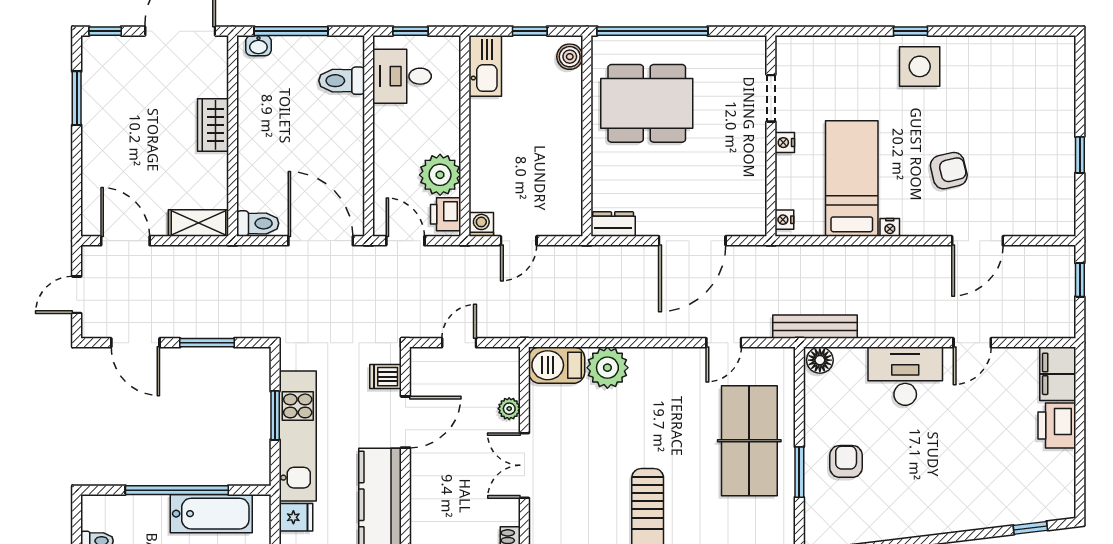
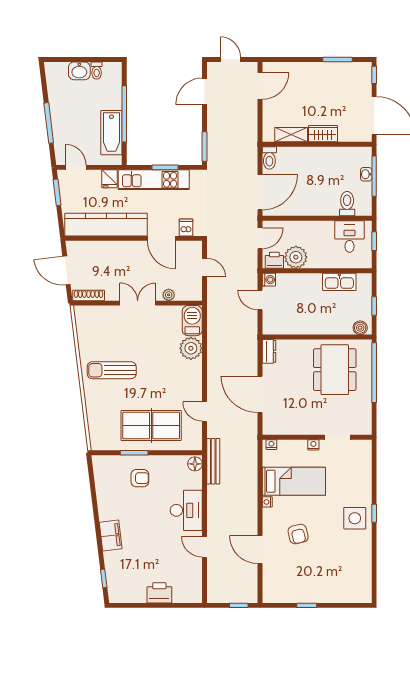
washbasin: (258, 46) -> (366, 174), moved
kitchen sink: (485, 66) -> (339, 282), moved
shelving: (198, 223) -> (291, 135), moved, turned 90
window: (207, 343) -> (204, 146), moved
filing cabinet: (1058, 374) -> (111, 535), moved, turned 83

